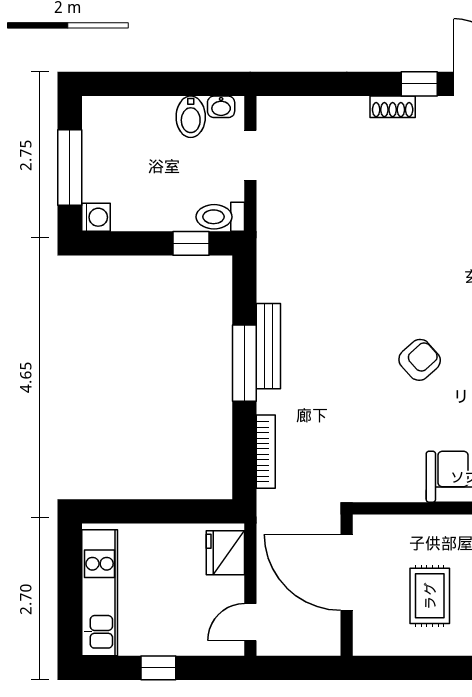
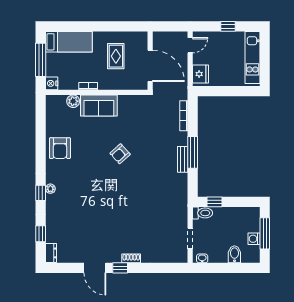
bidet: (191, 117) -> (234, 254), moved
washing machine: (96, 217) -> (254, 239), moved
bench: (268, 346) -> (183, 159), width x0.73

